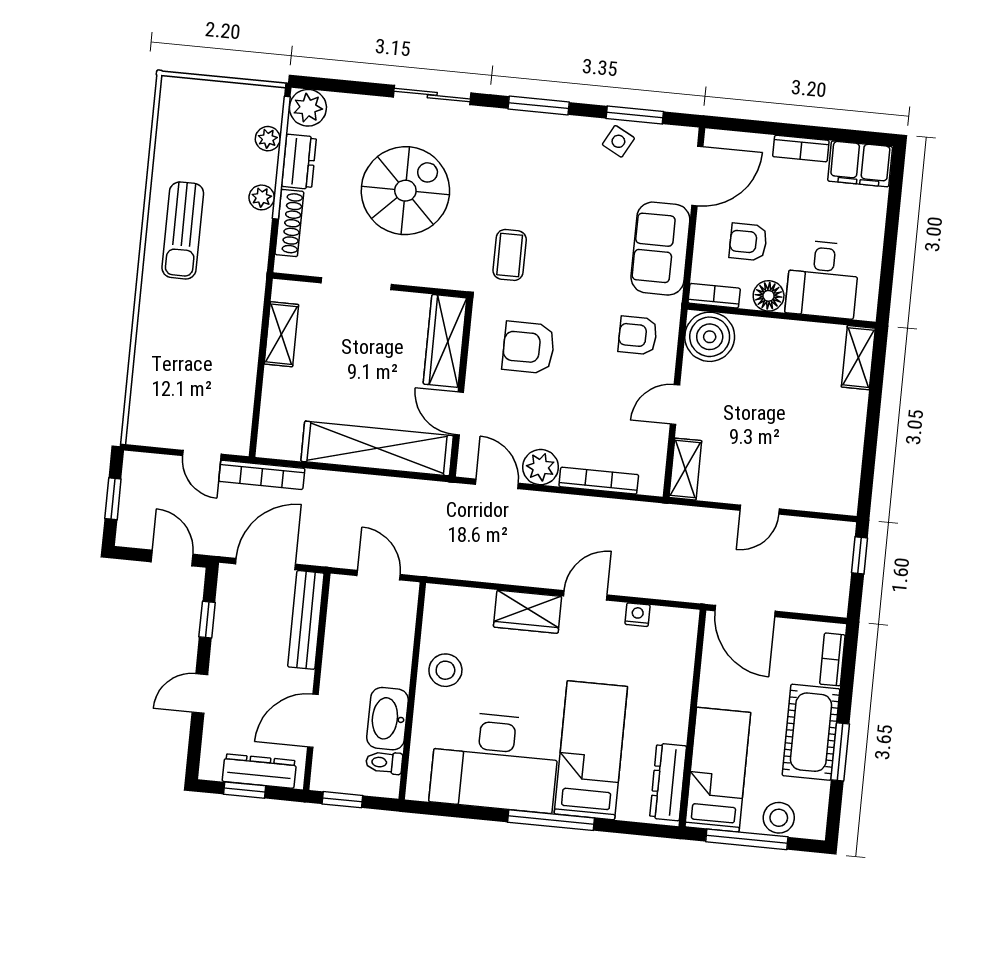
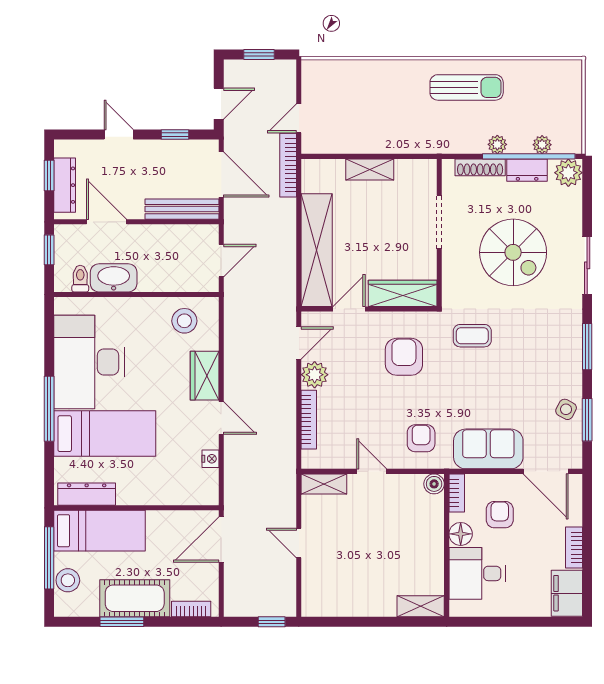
sun lounger: (183, 230) -> (467, 87), turned 180
shelving: (281, 334) -> (370, 170), moved
boiler: (710, 337) -> (434, 484), width x0.54, depth x0.54
stool: (445, 670) -> (184, 321), moved

